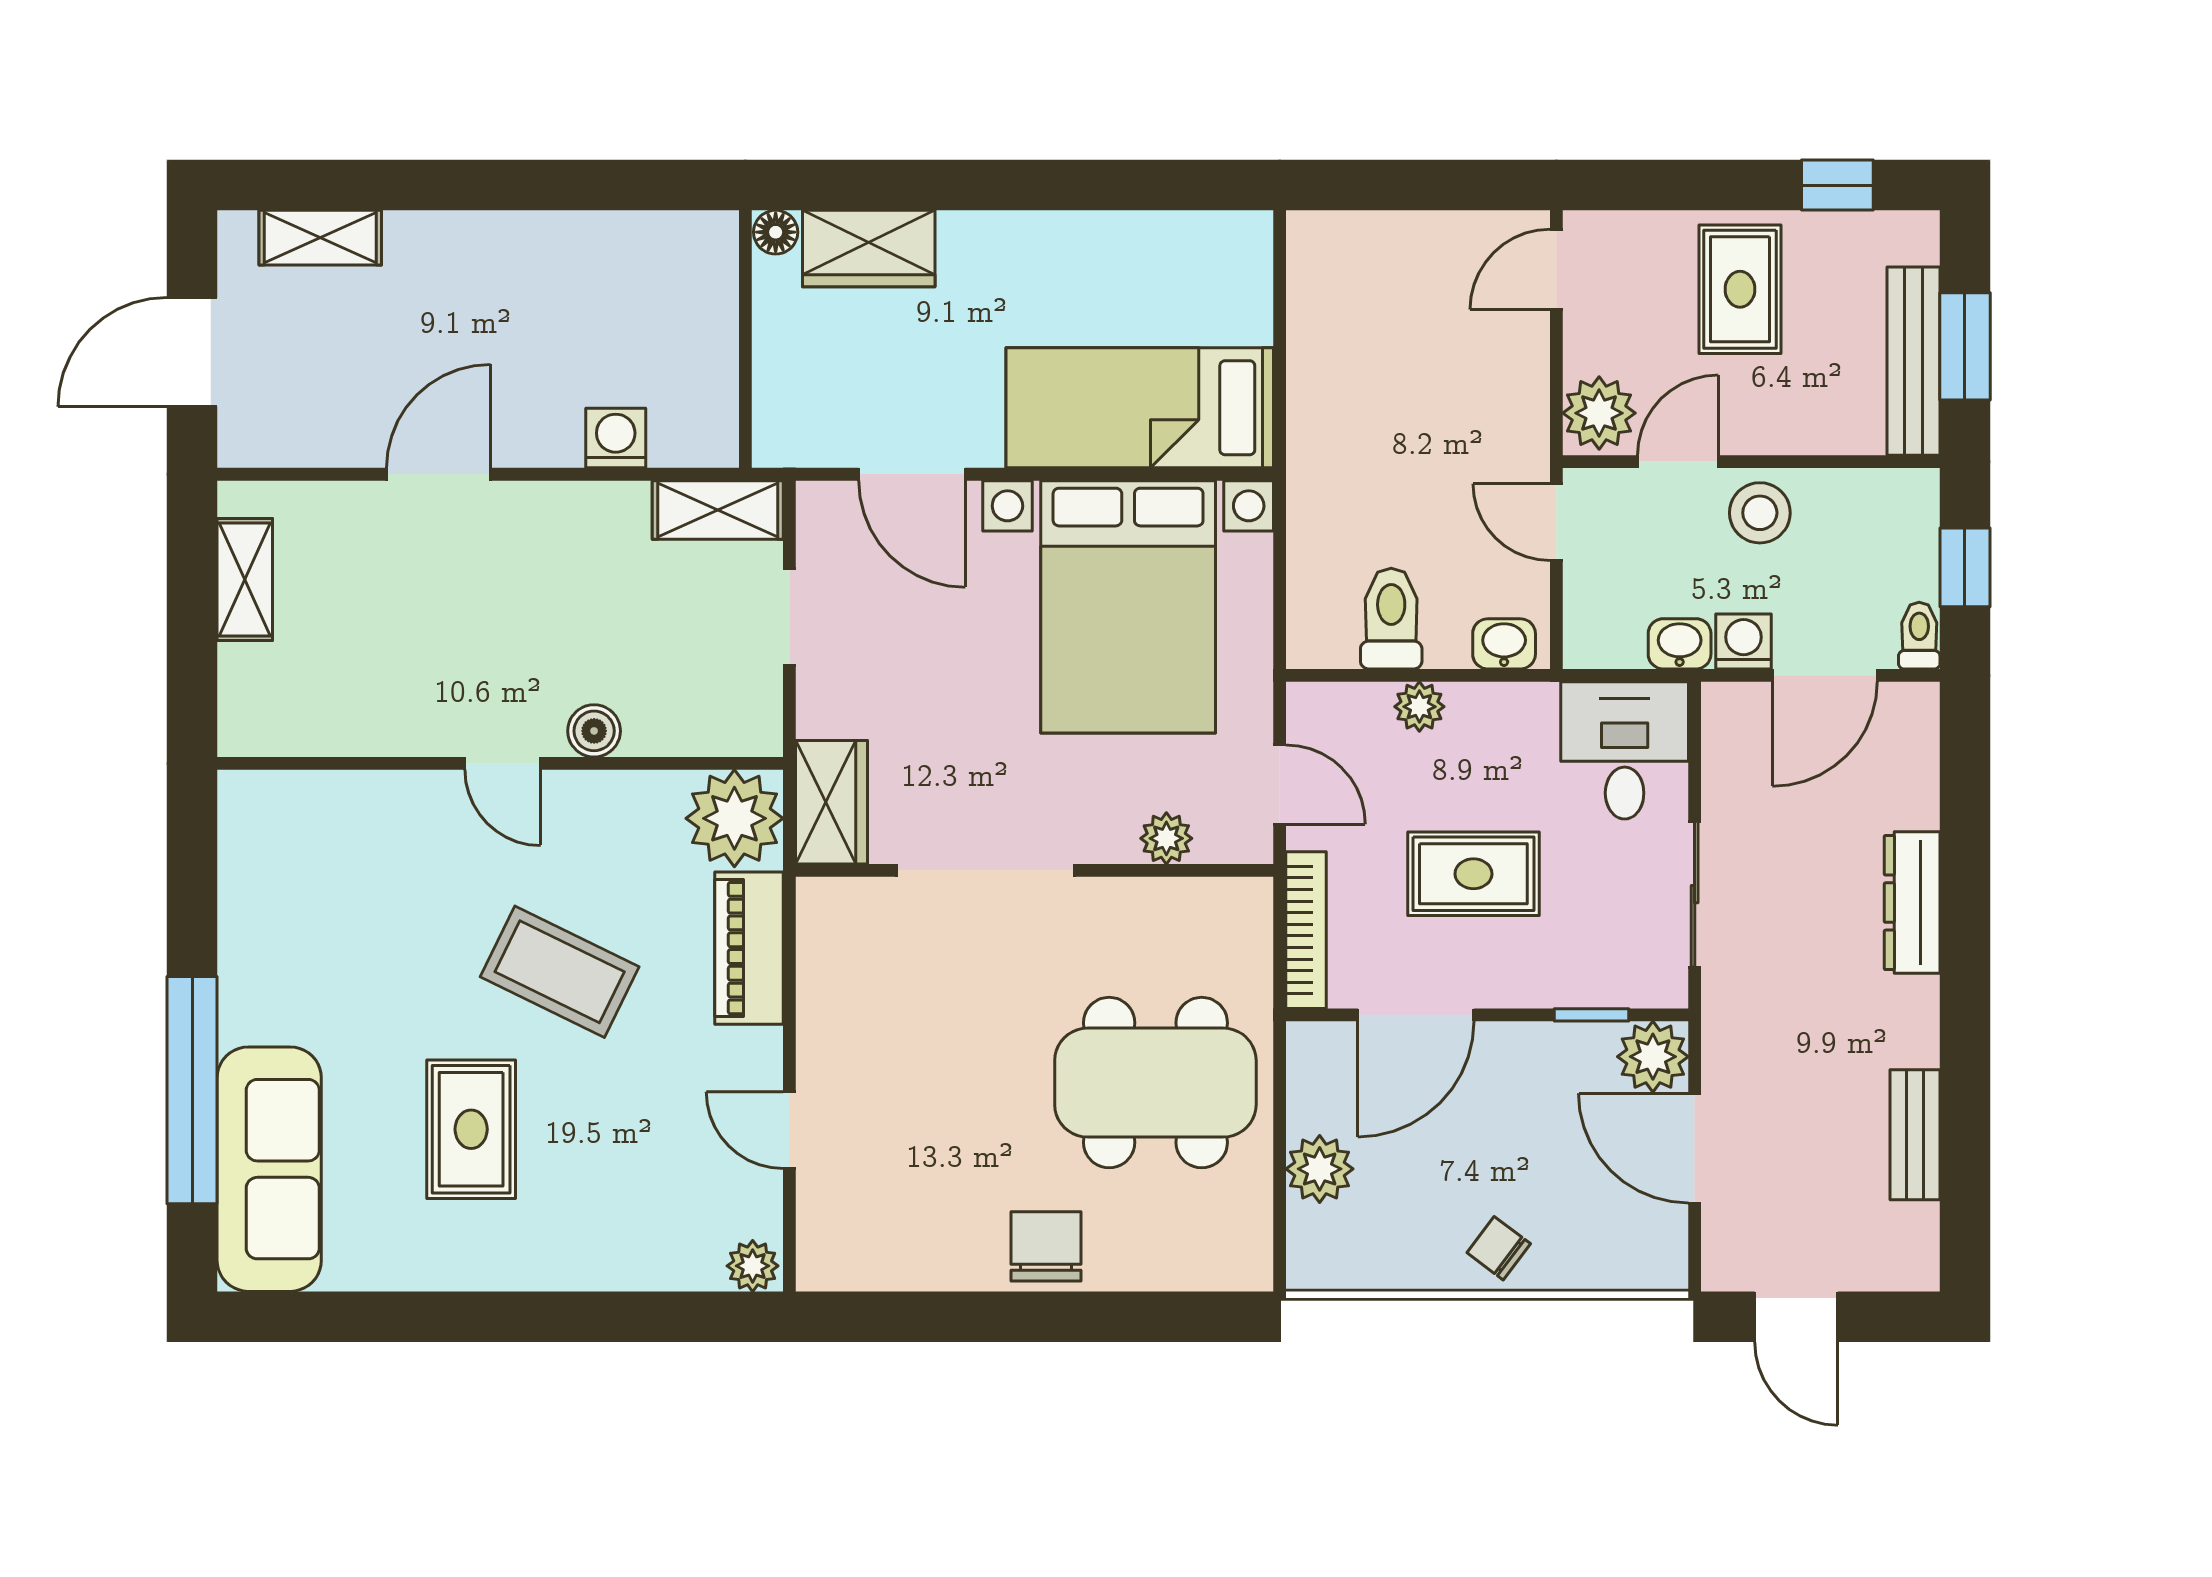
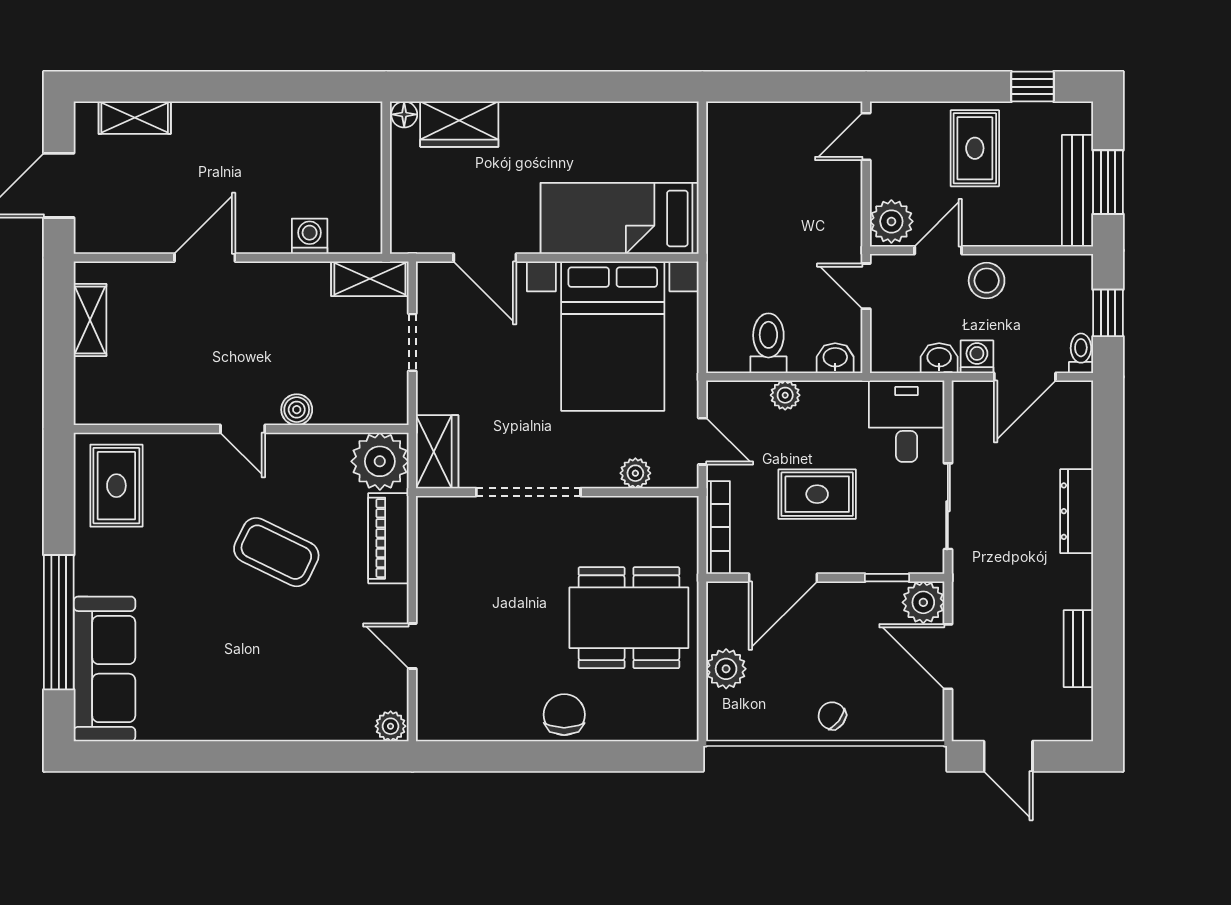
rug: (471, 1129) -> (116, 486), moved

